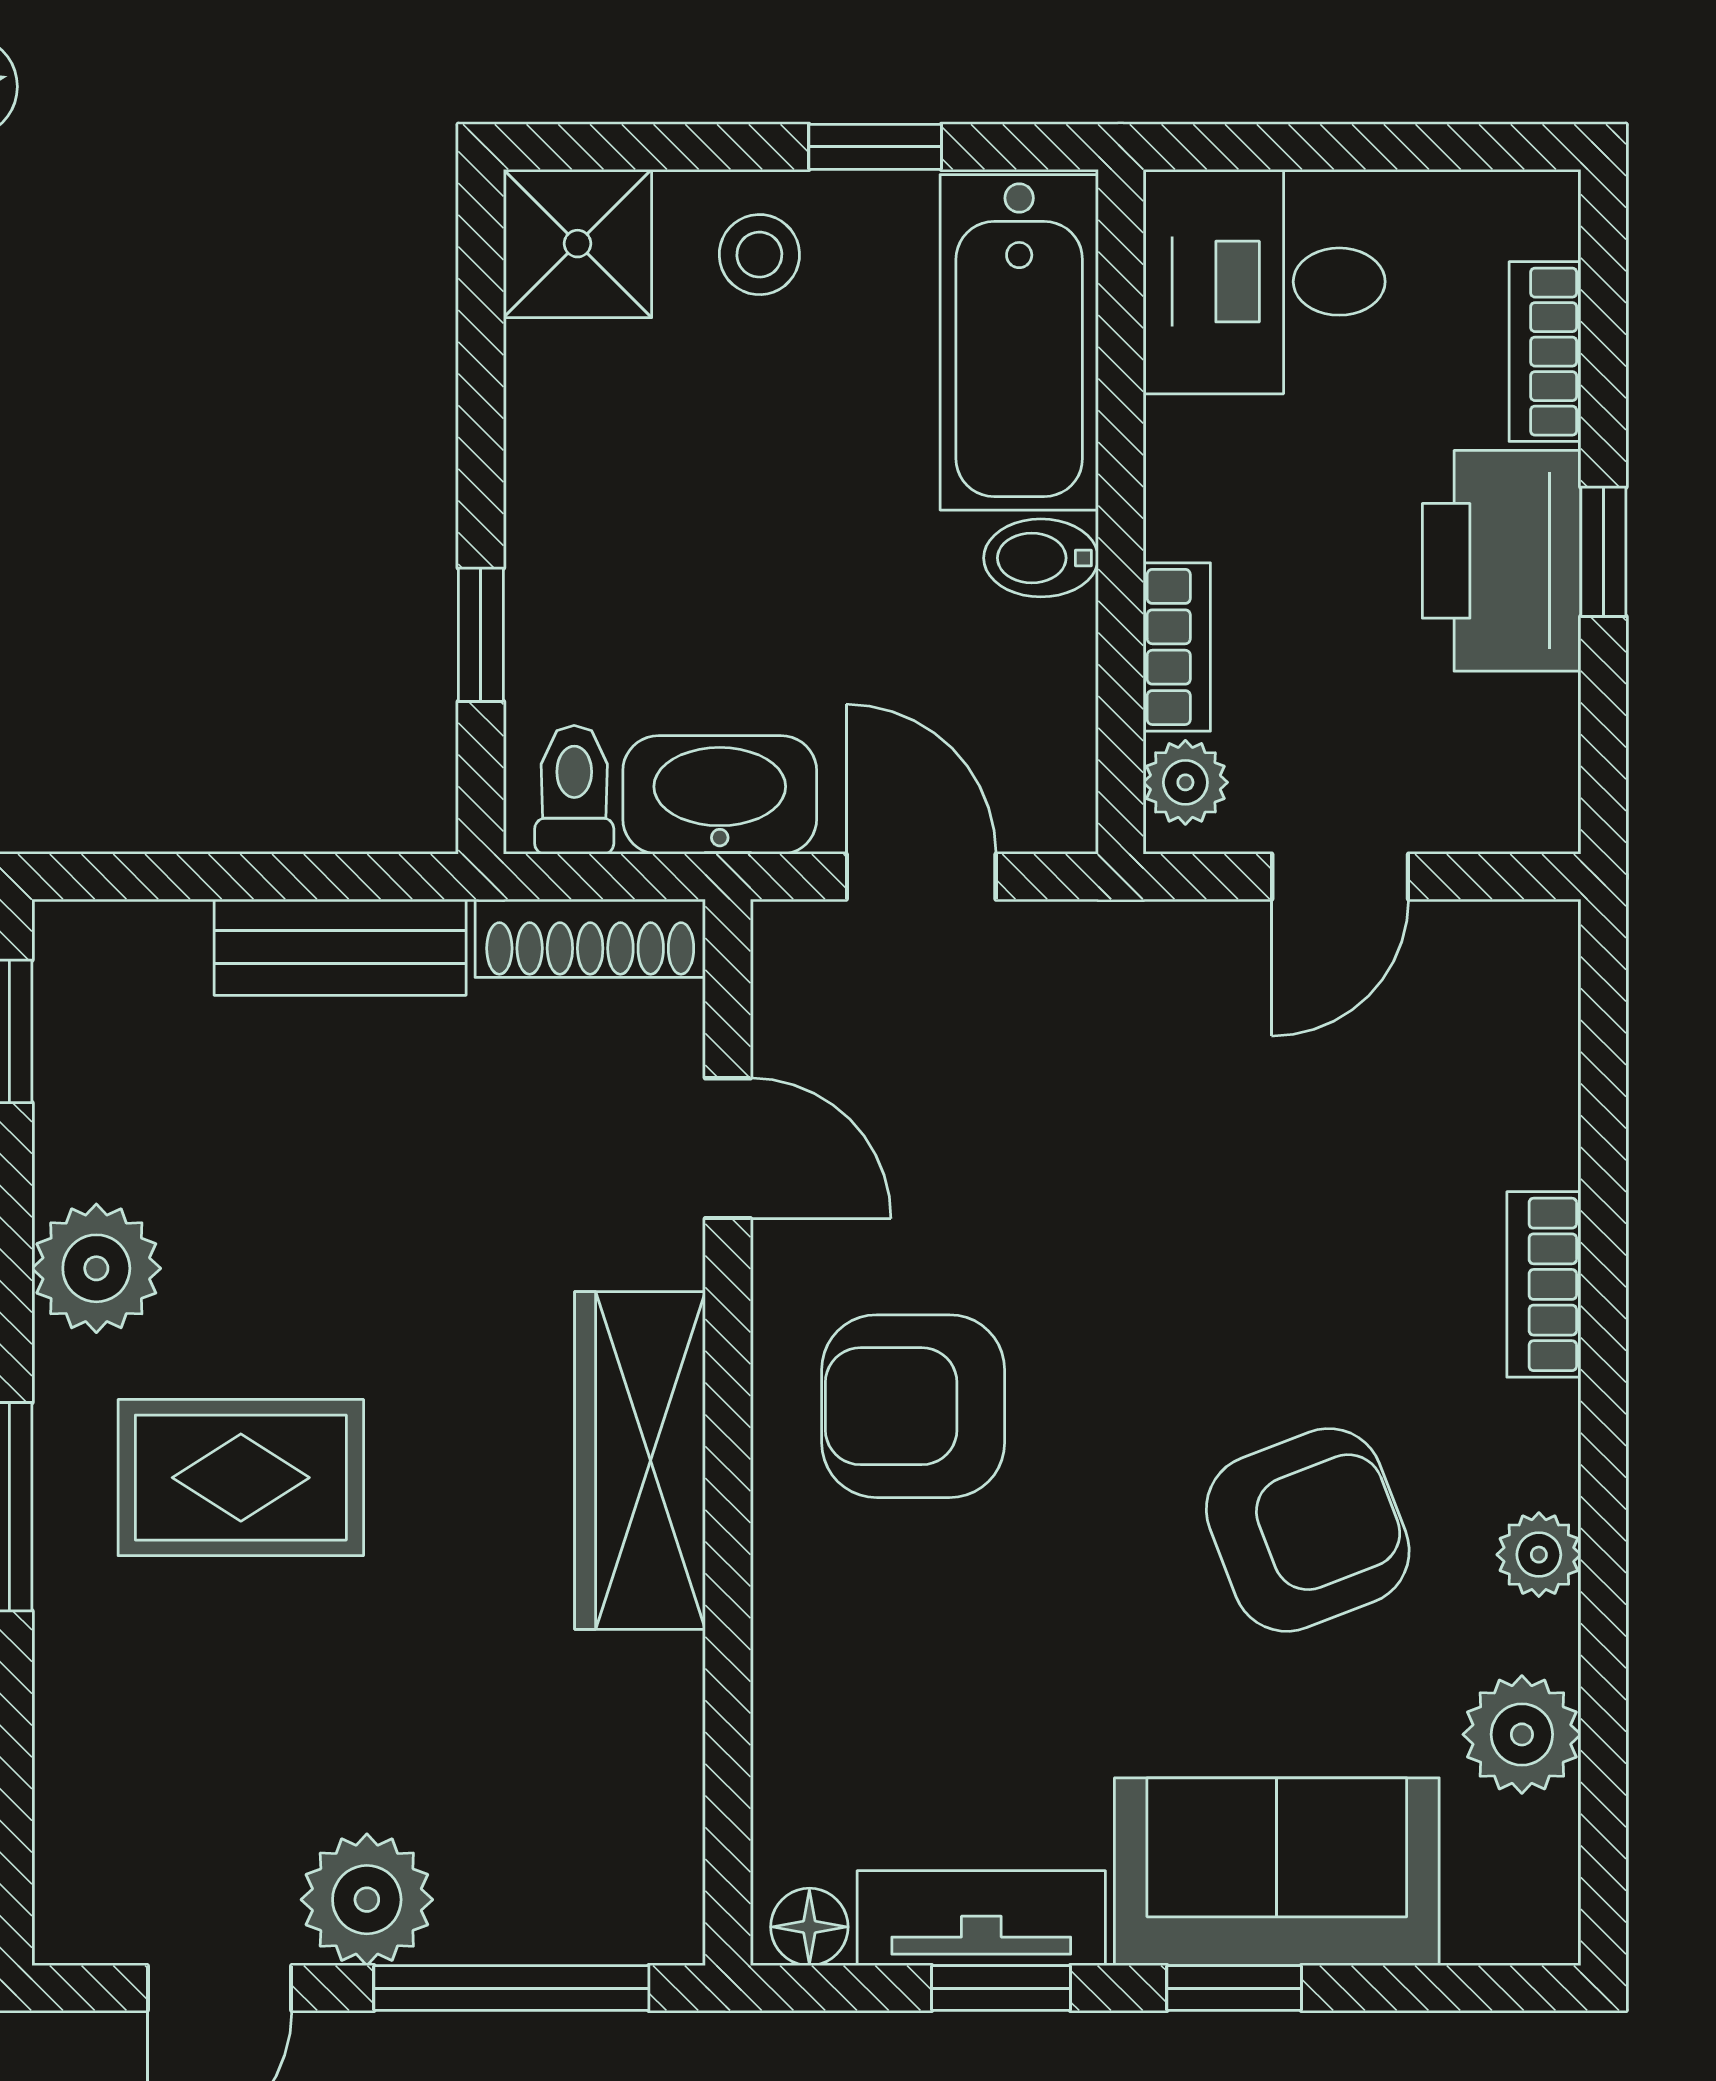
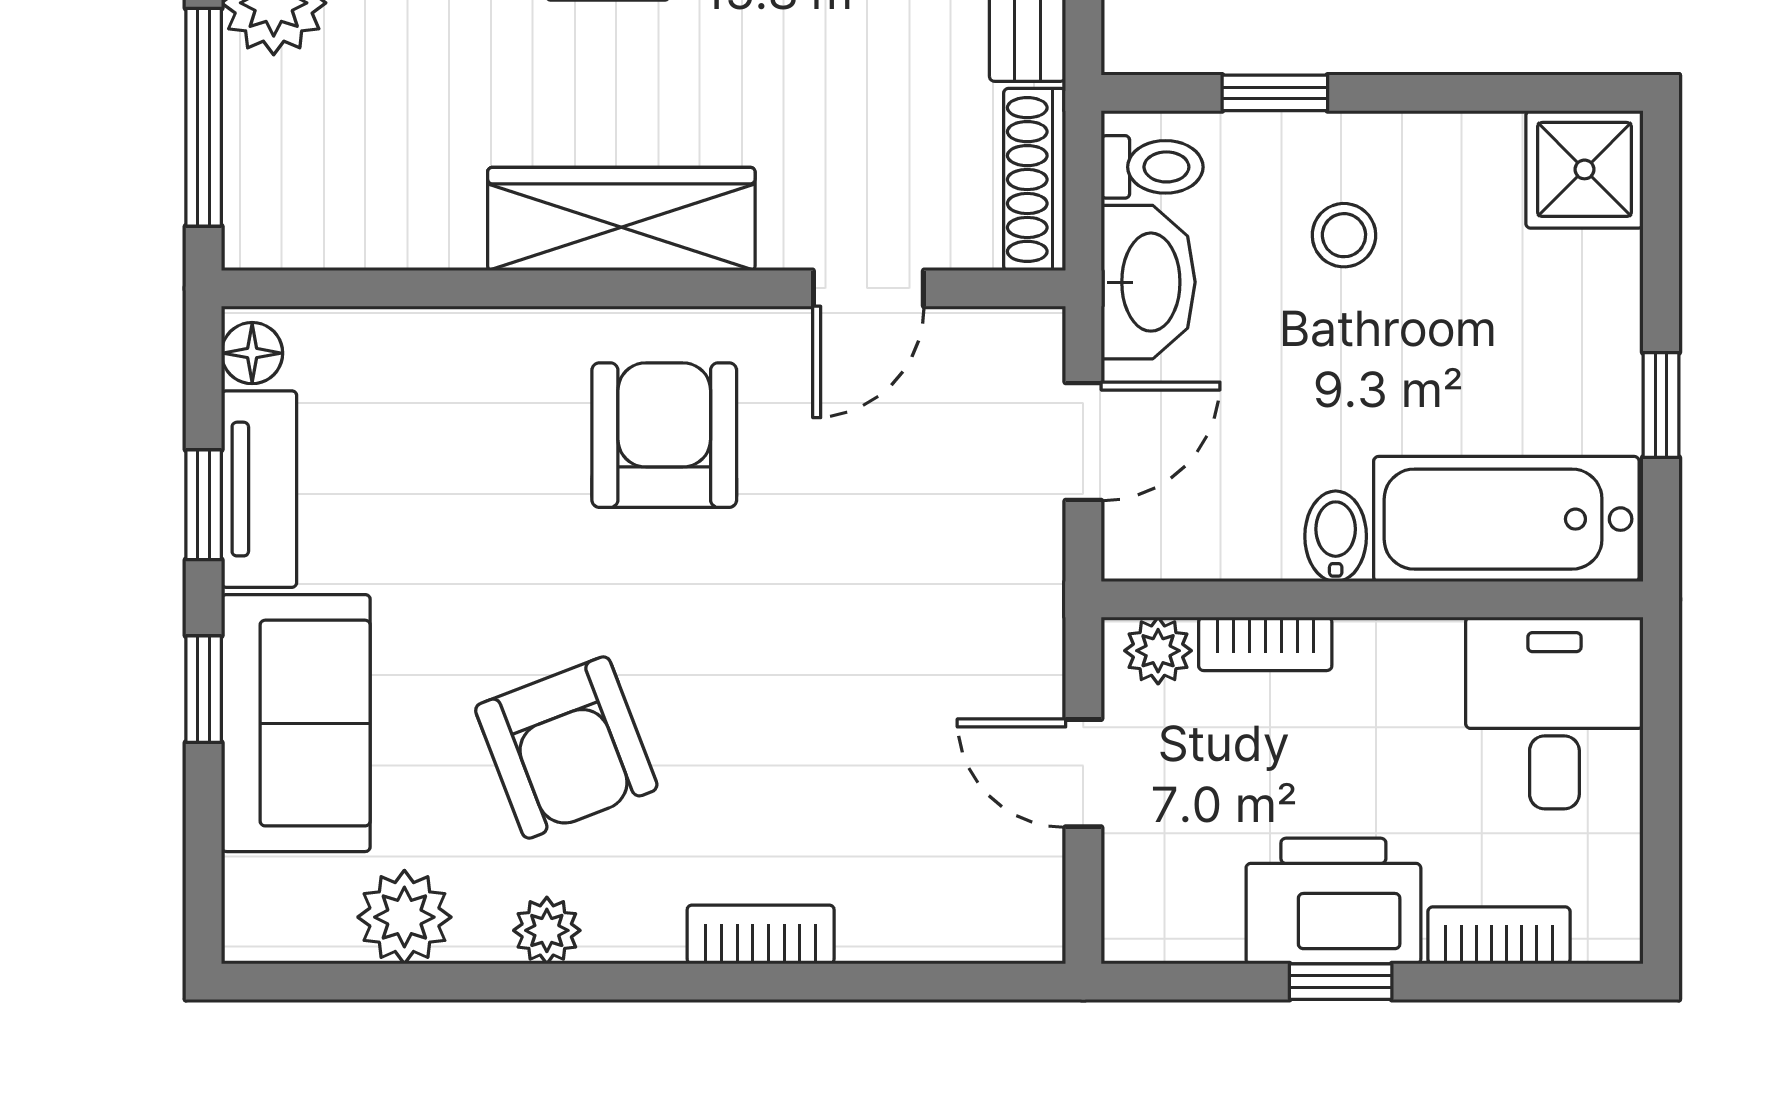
stool: (759, 255) -> (1344, 235), moved

